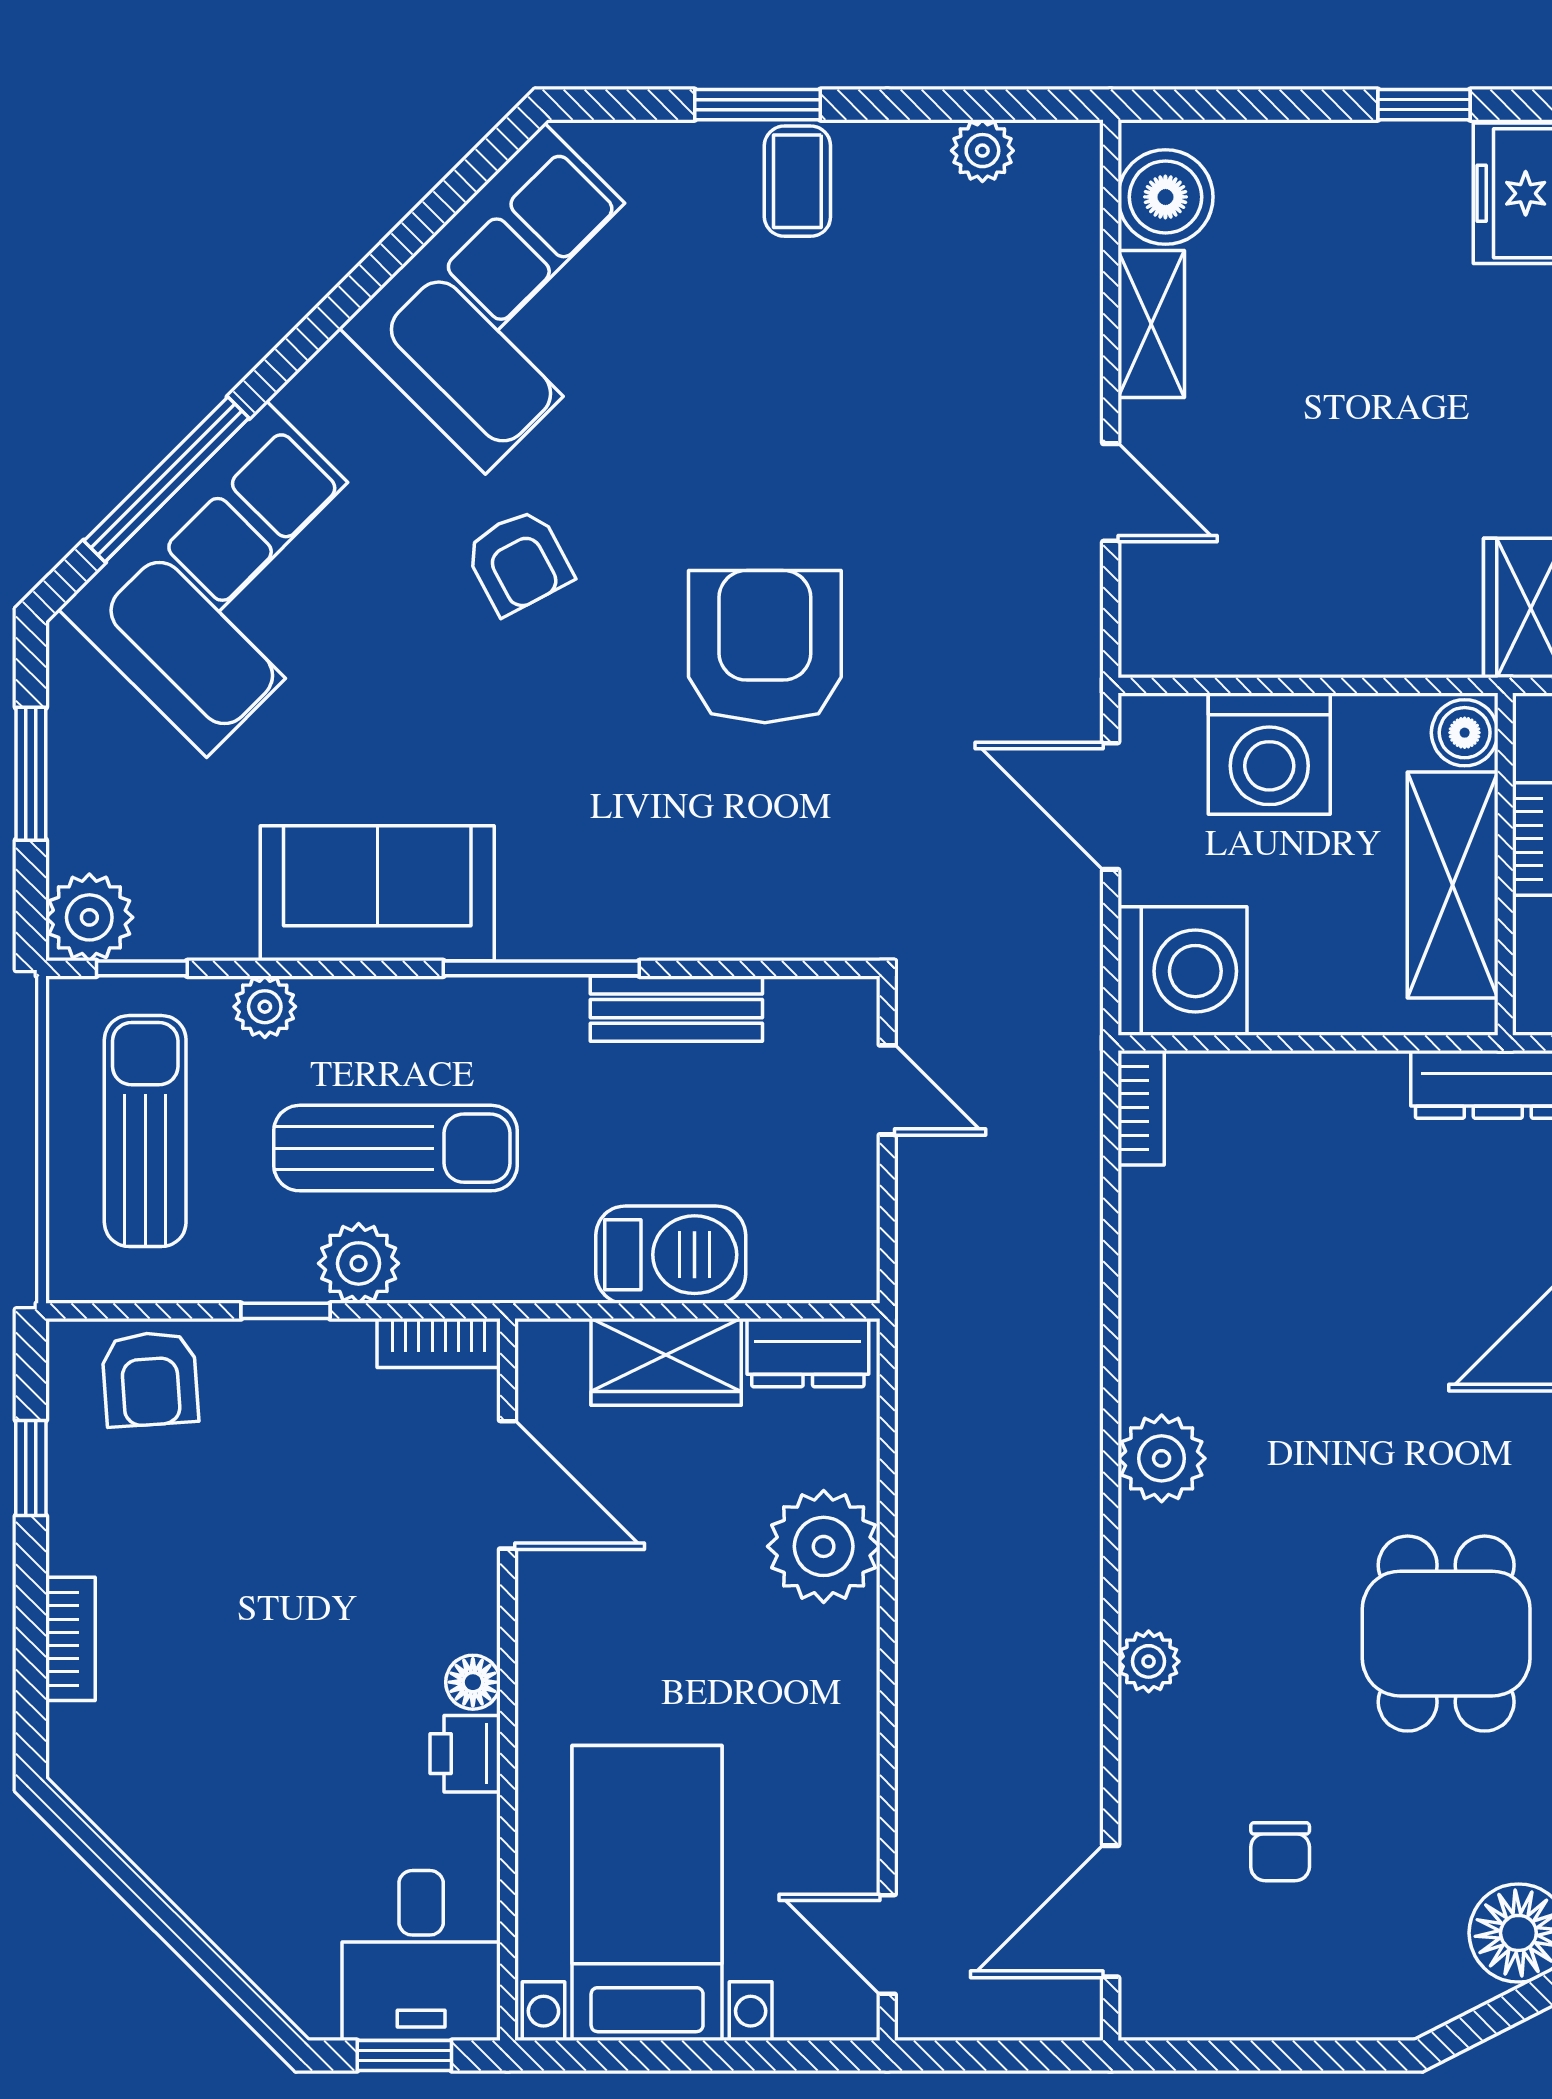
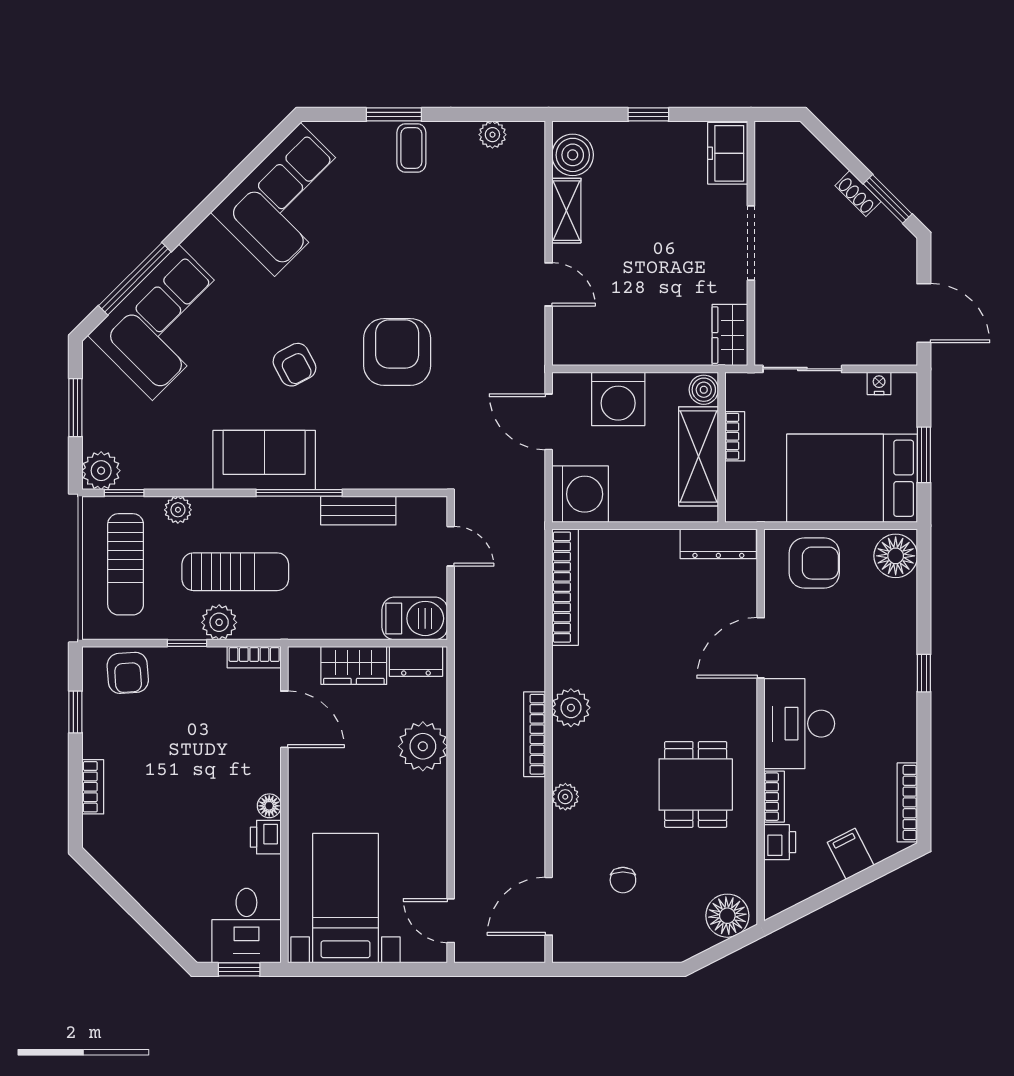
window: (1424, 105) -> (648, 114), moved
armchair: (519, 561) -> (295, 365), moved
sofa: (377, 893) -> (264, 460), moved
bookcase: (1141, 1108) -> (565, 587), width x2.31, depth x1.31
sun lounger: (145, 1131) -> (126, 564), turned 180
barbecue: (671, 1255) -> (415, 618), moved
bookcase: (1078, 1519) -> (535, 734), added

